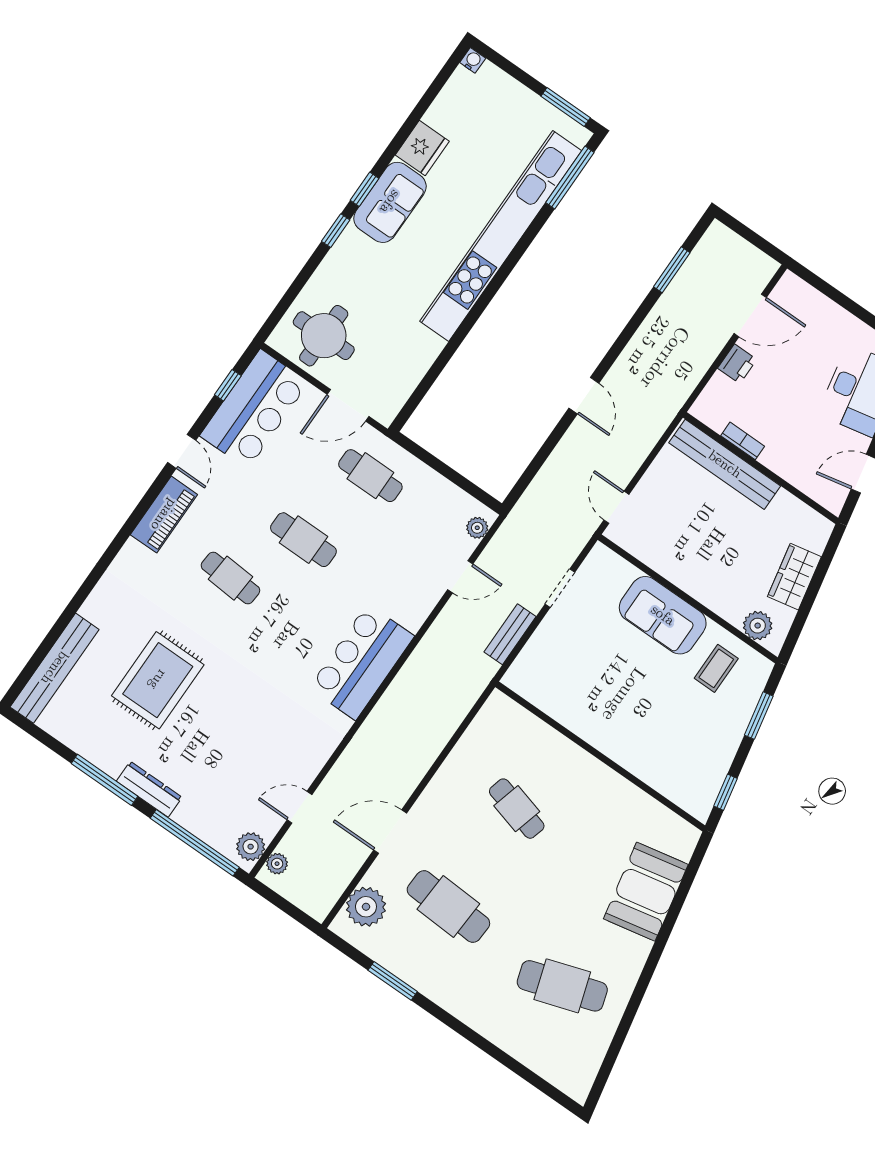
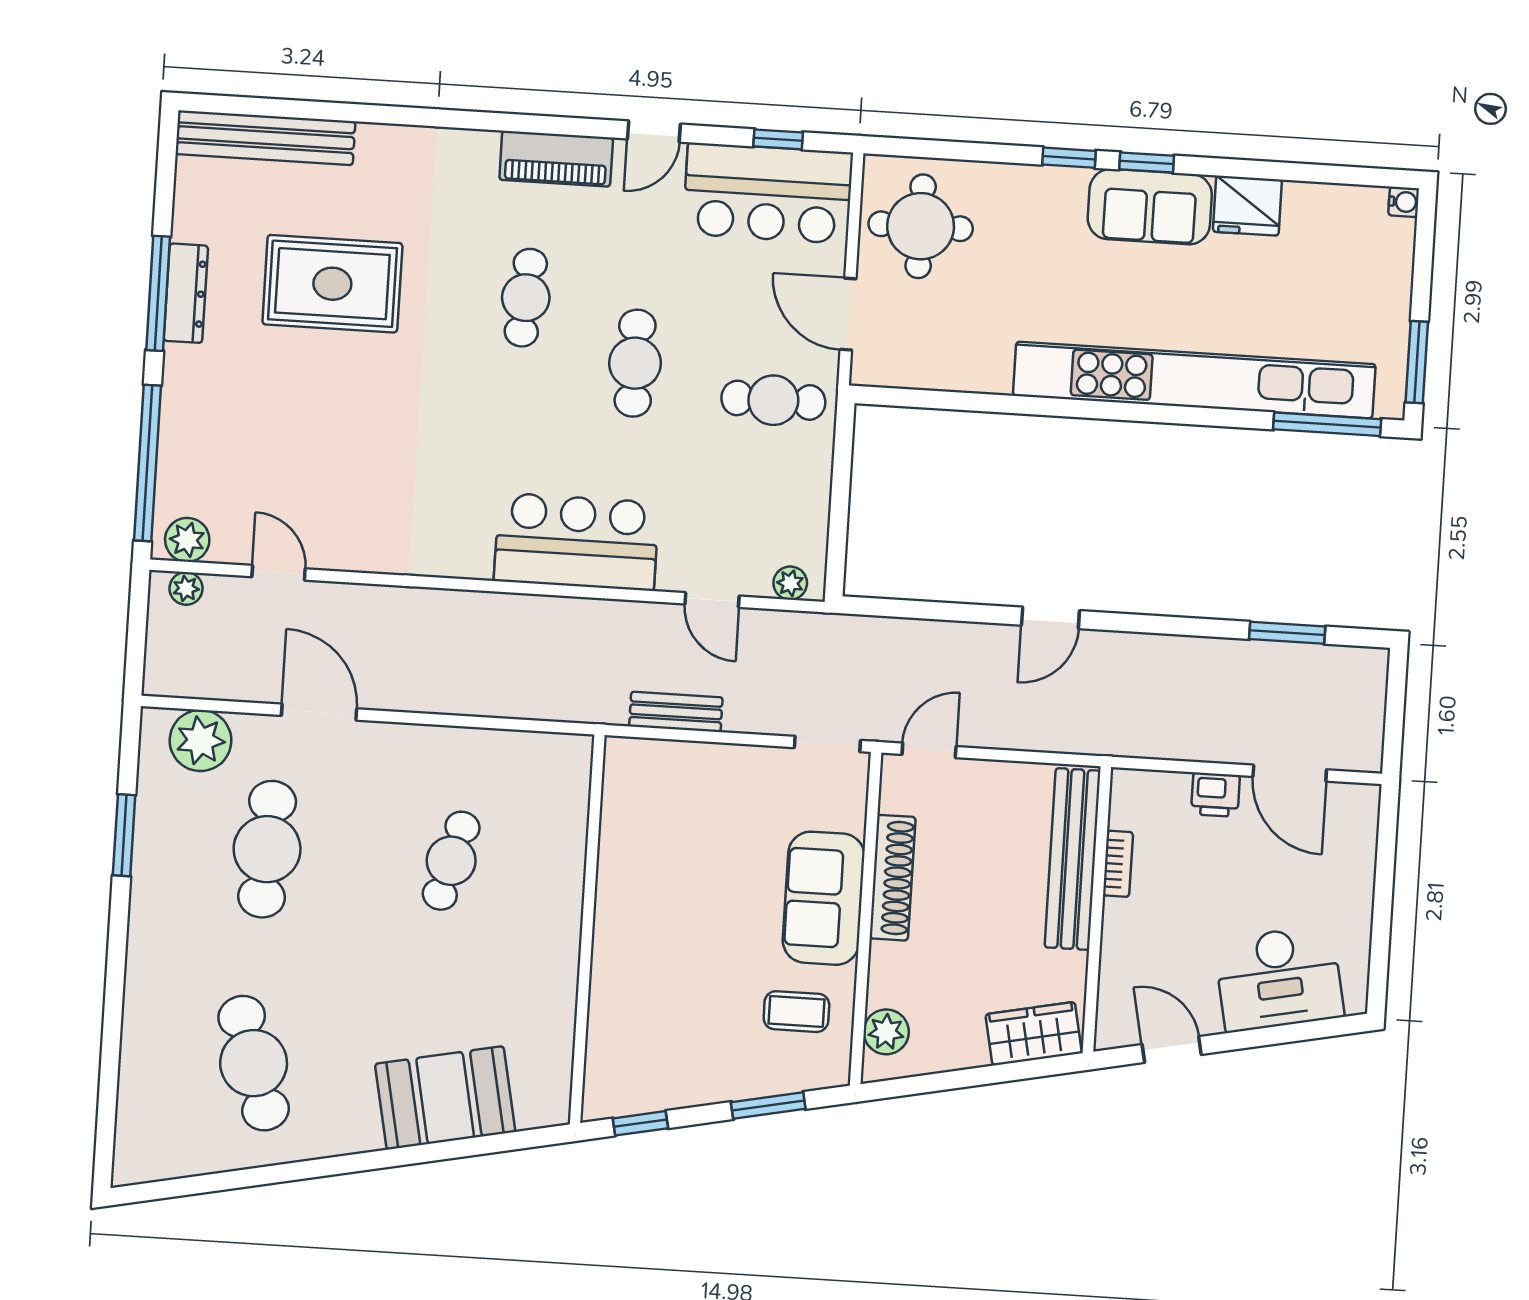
cafe table: (370, 476) -> (773, 400), turned 90
shoe rack: (674, 570) -> (893, 878), added
wardrobe: (794, 577) -> (1034, 1034), moved
doorway: (560, 588) -> (827, 744), moved
bar counter: (362, 662) -> (576, 542), moved
dresser: (149, 789) -> (186, 293), moved

